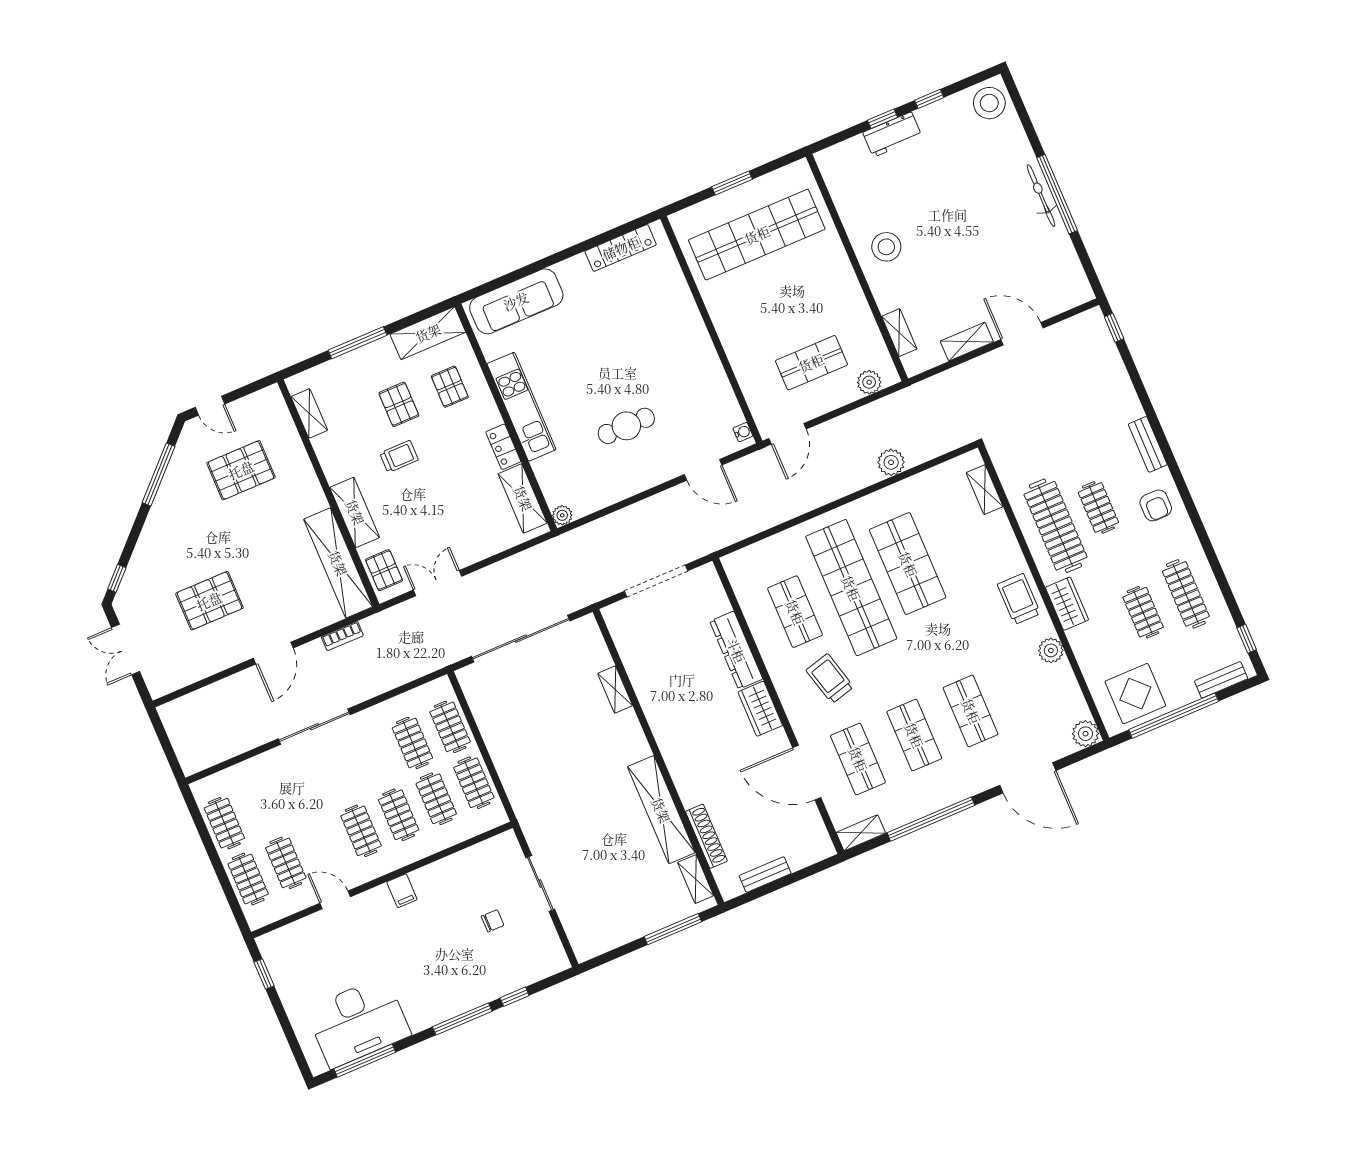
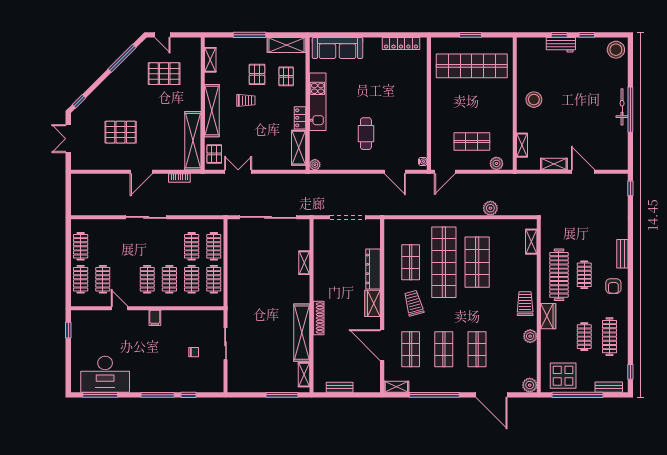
cafe table: (626, 426) -> (366, 134), turned 90
shelving: (355, 512) -> (212, 111), width x1.47
shoe rack: (706, 836) -> (319, 318), moved

